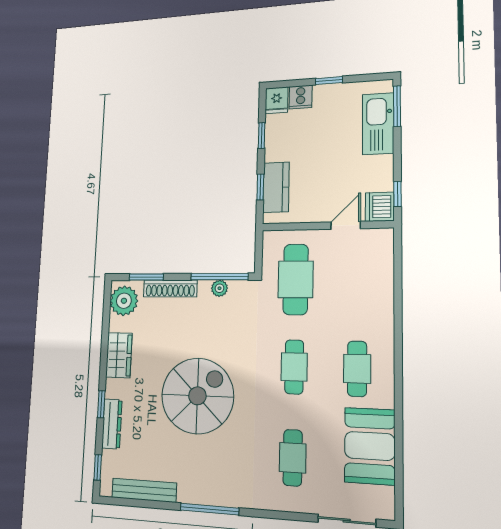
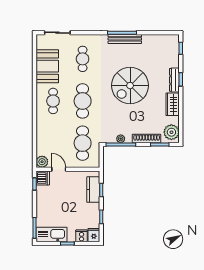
kitchen sink: (378, 124) -> (52, 235), moved, turned -90
door: (346, 225) -> (59, 169), swing flipped
plant: (381, 240) -> (42, 162), added
cafe table: (294, 367) -> (83, 101), width x1.37, depth x1.35
dresser: (112, 424) -> (174, 80), moved
bench: (144, 490) -> (125, 39), moved

